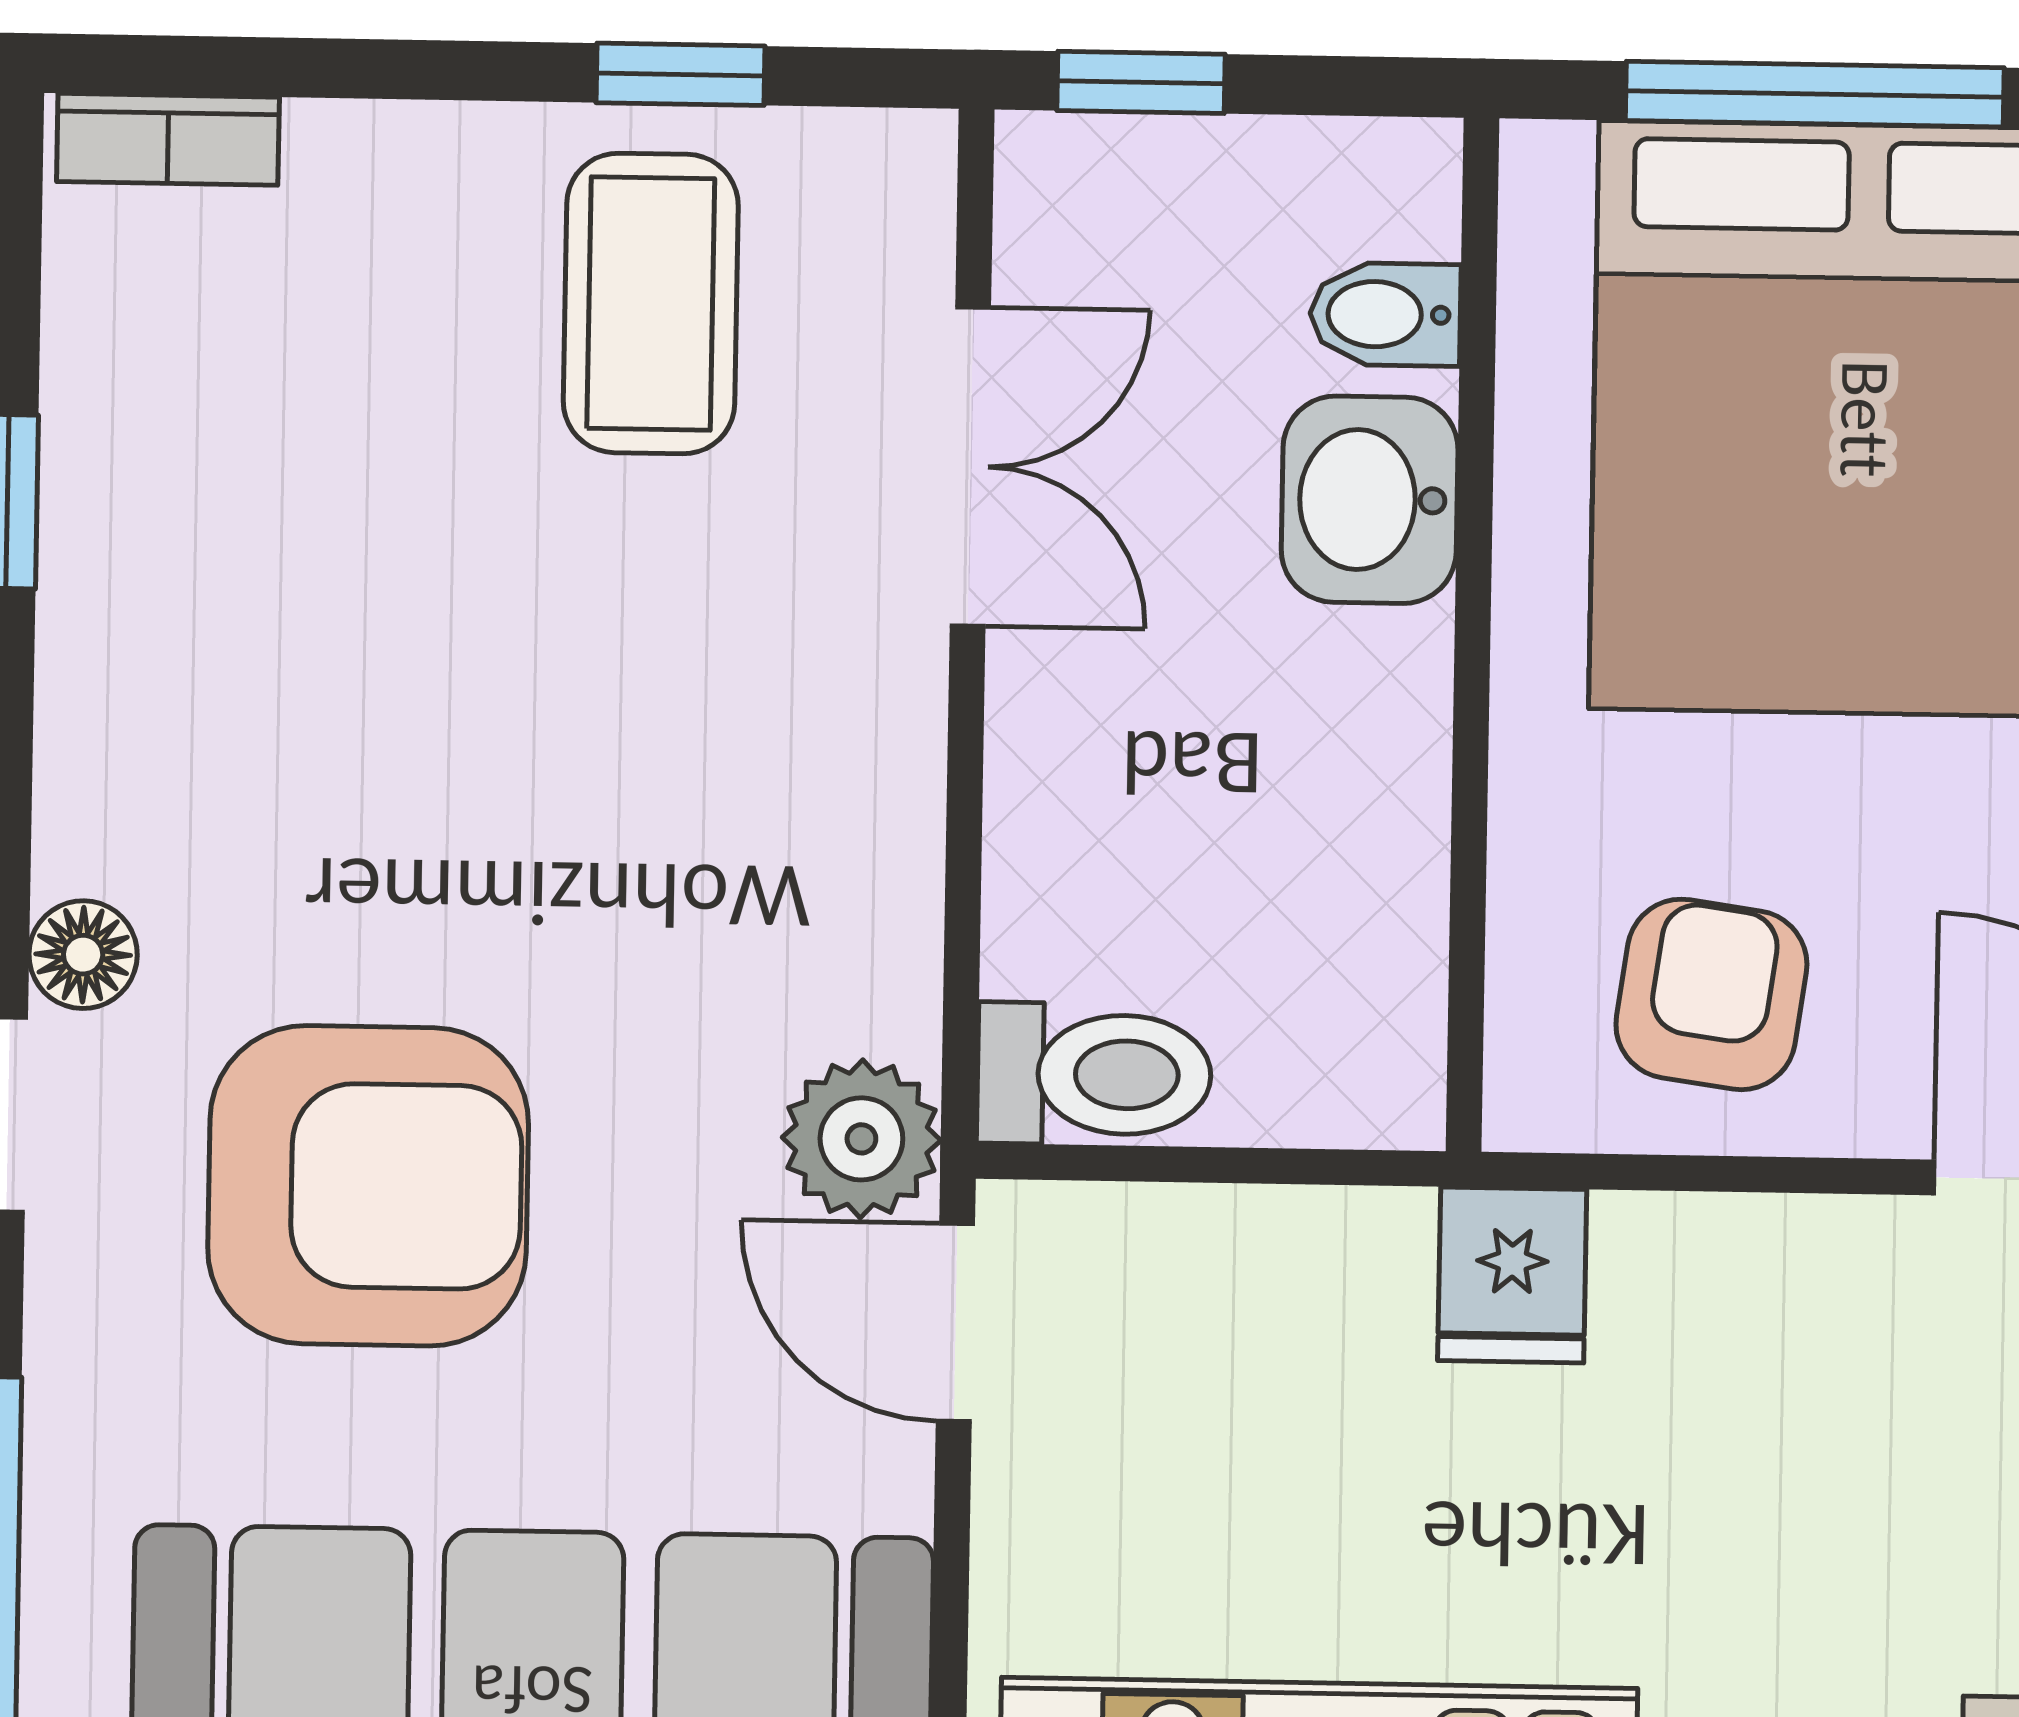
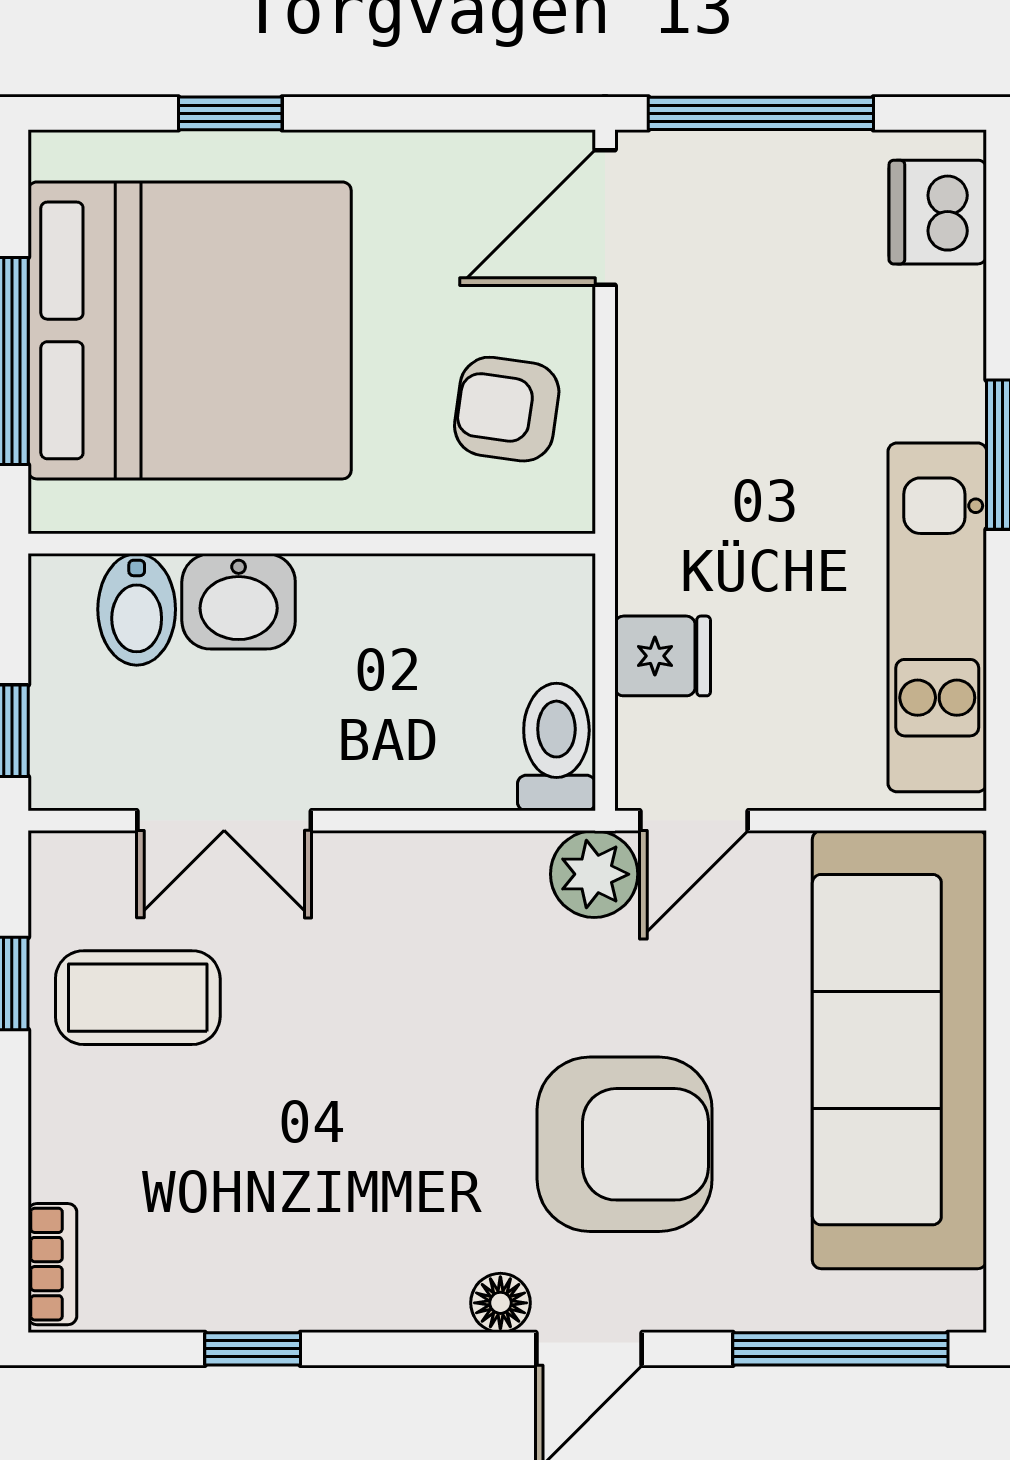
bidet: (1385, 314) -> (137, 609), width x1.38, depth x1.36
double door: (970, 466) -> (224, 821), swing flipped
armchair: (368, 1186) -> (625, 1144), turned 90
fridge: (1512, 1275) -> (663, 656), moved

